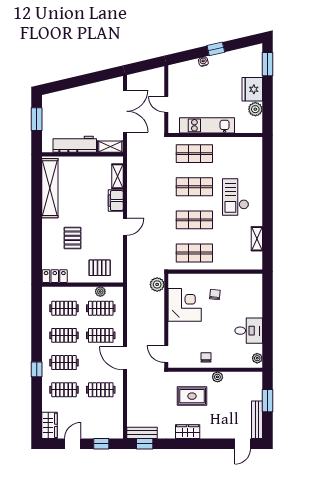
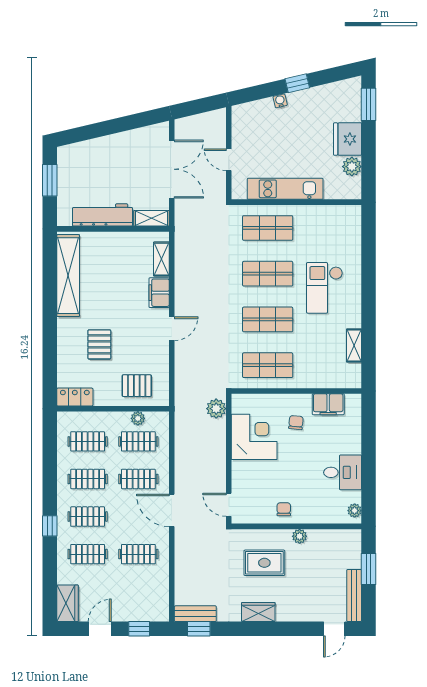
filing cabinet: (238, 281) -> (328, 404), added

